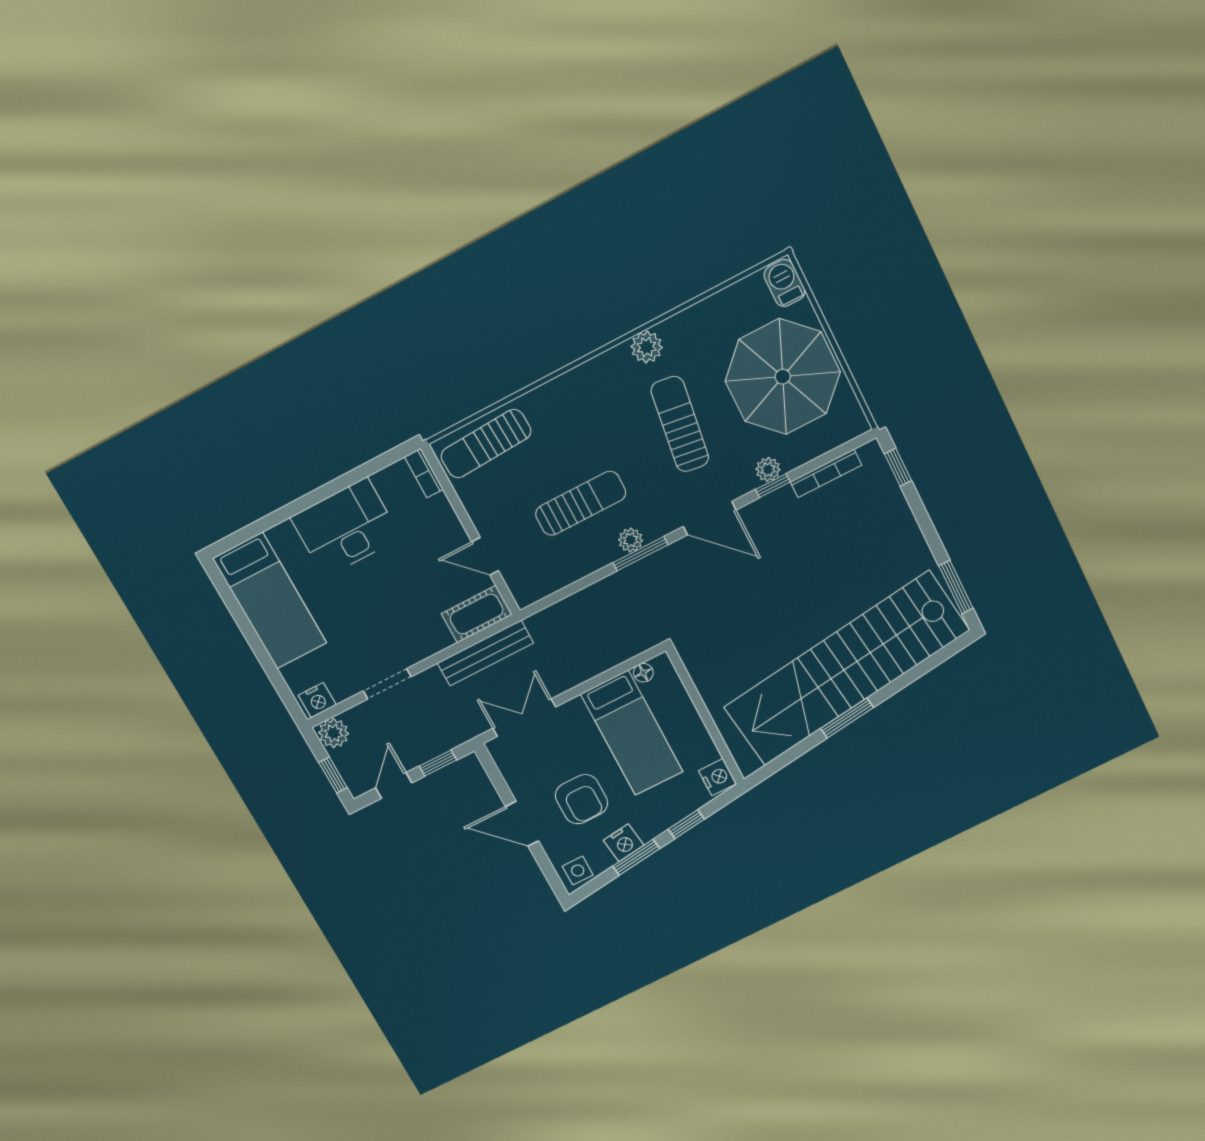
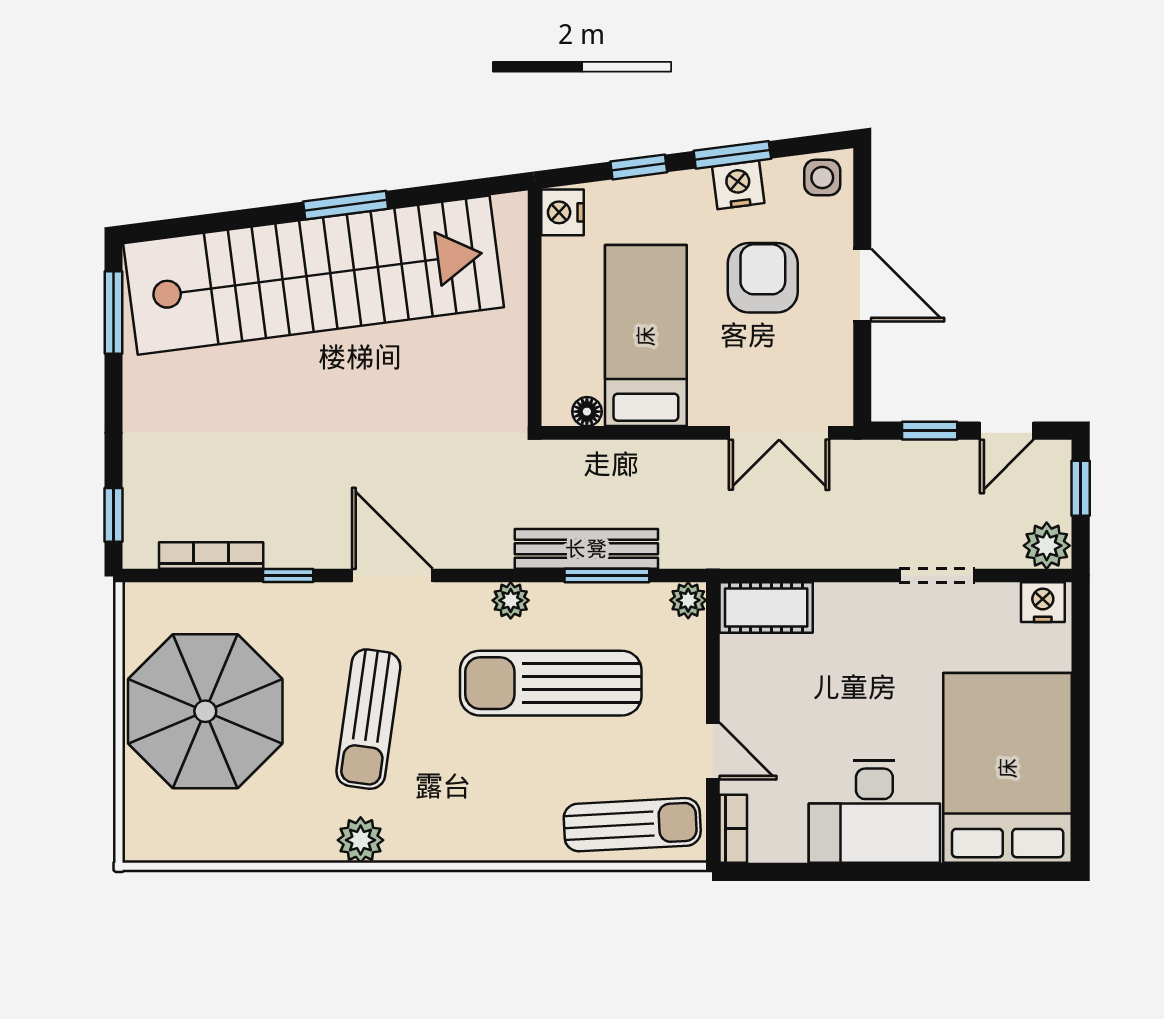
barbecue: (784, 283) -> (144, 829), removed
plant: (768, 469) -> (688, 600), moved
sun lounger: (581, 503) -> (551, 683), width x1.36, depth x1.34
window: (640, 554) -> (607, 575), moved
door: (485, 556) -> (713, 751), moved
bed: (270, 601) -> (1008, 768), width x1.50
bench: (485, 653) -> (586, 549), moved

